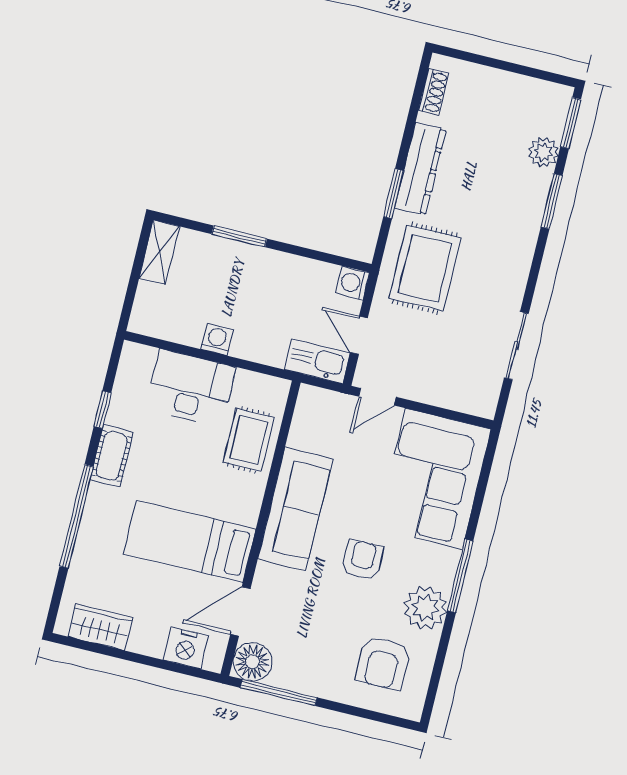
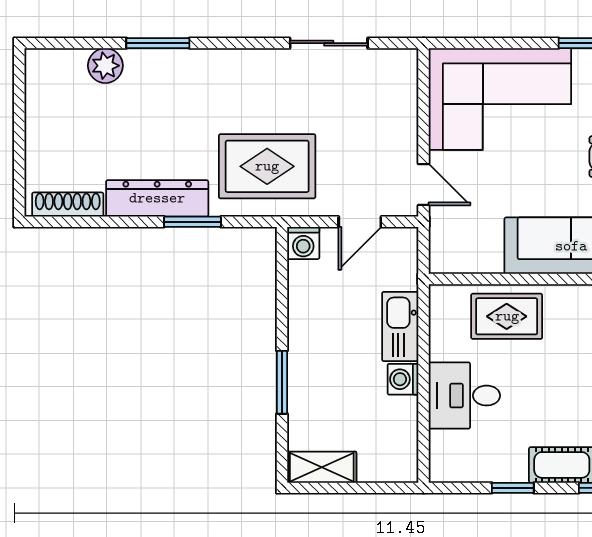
shoe rack: (434, 92) -> (68, 205), width x1.43
window: (571, 123) -> (65, 43), removed
kitchen sink: (317, 361) -> (400, 326), moved
desk: (190, 388) -> (464, 396), width x0.73

